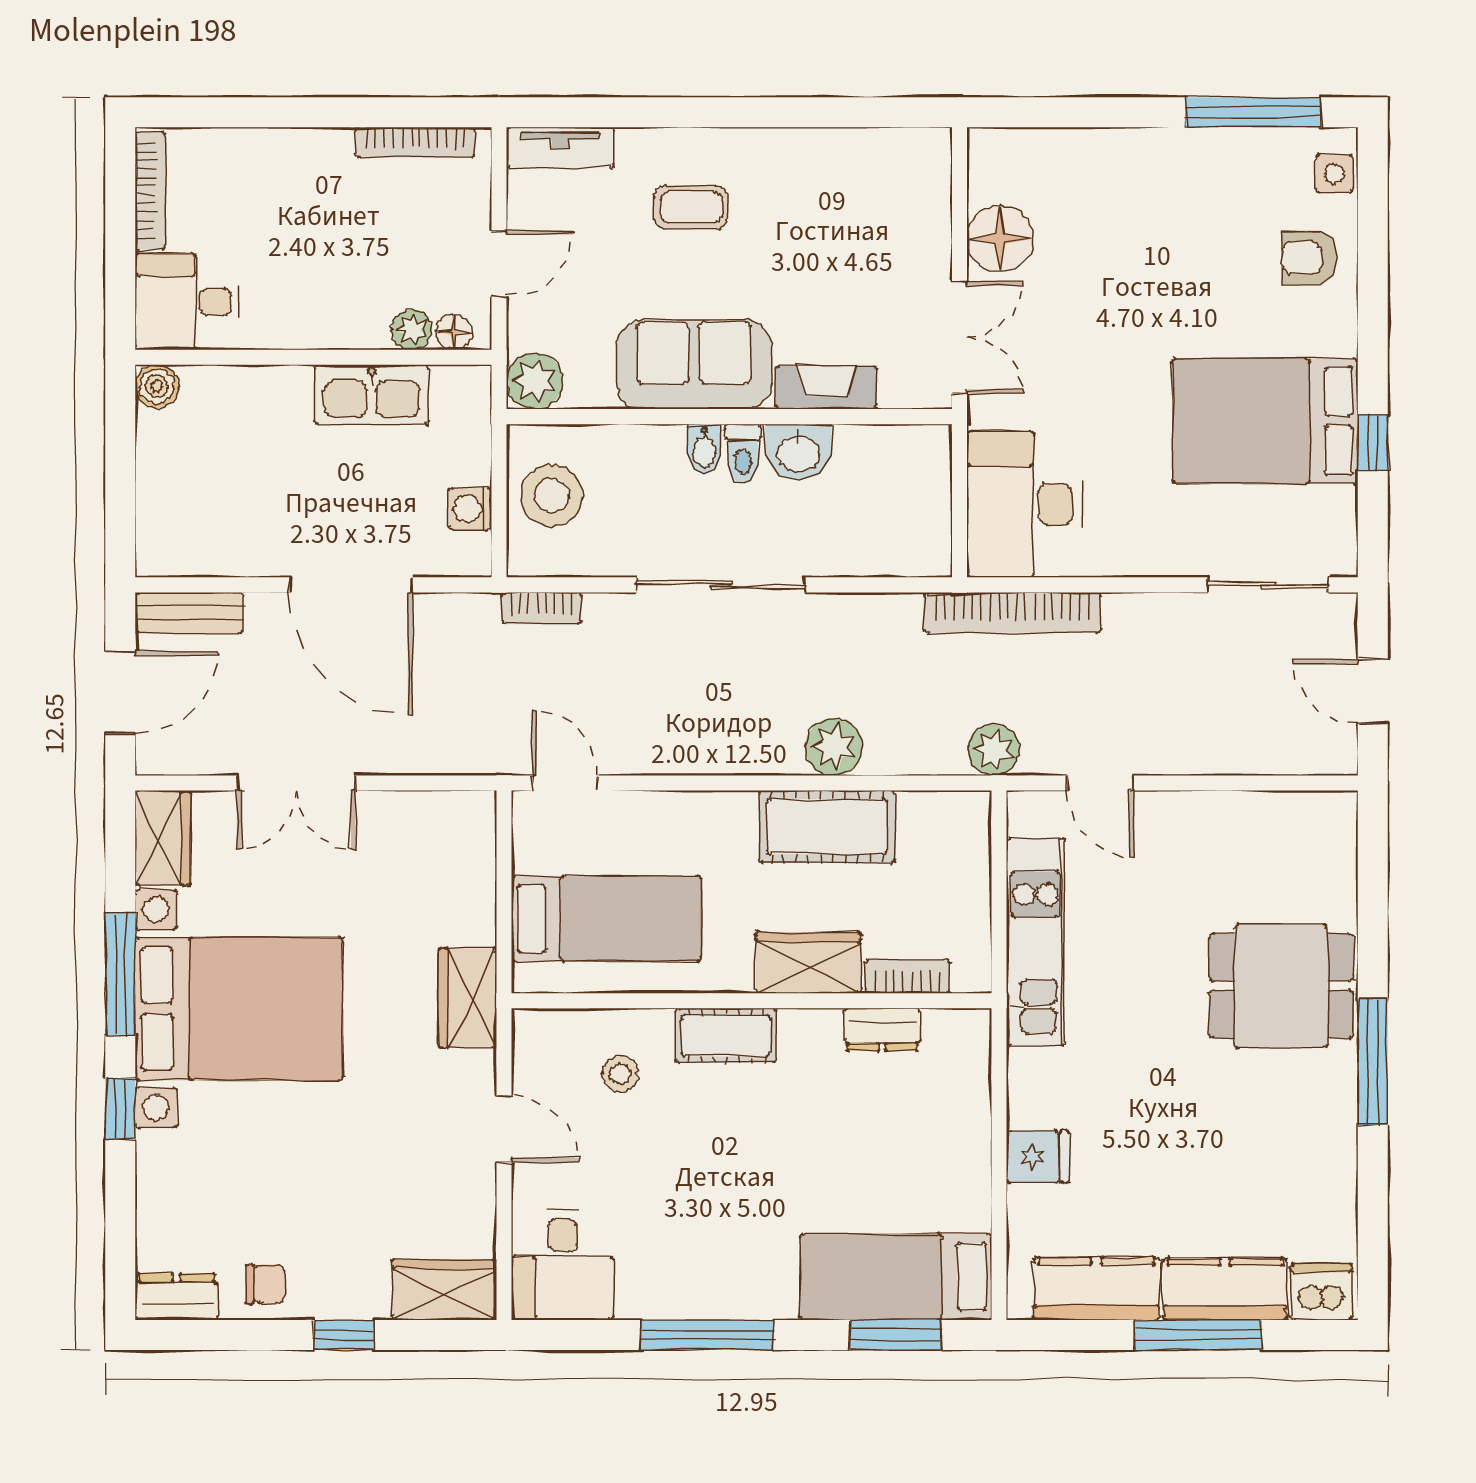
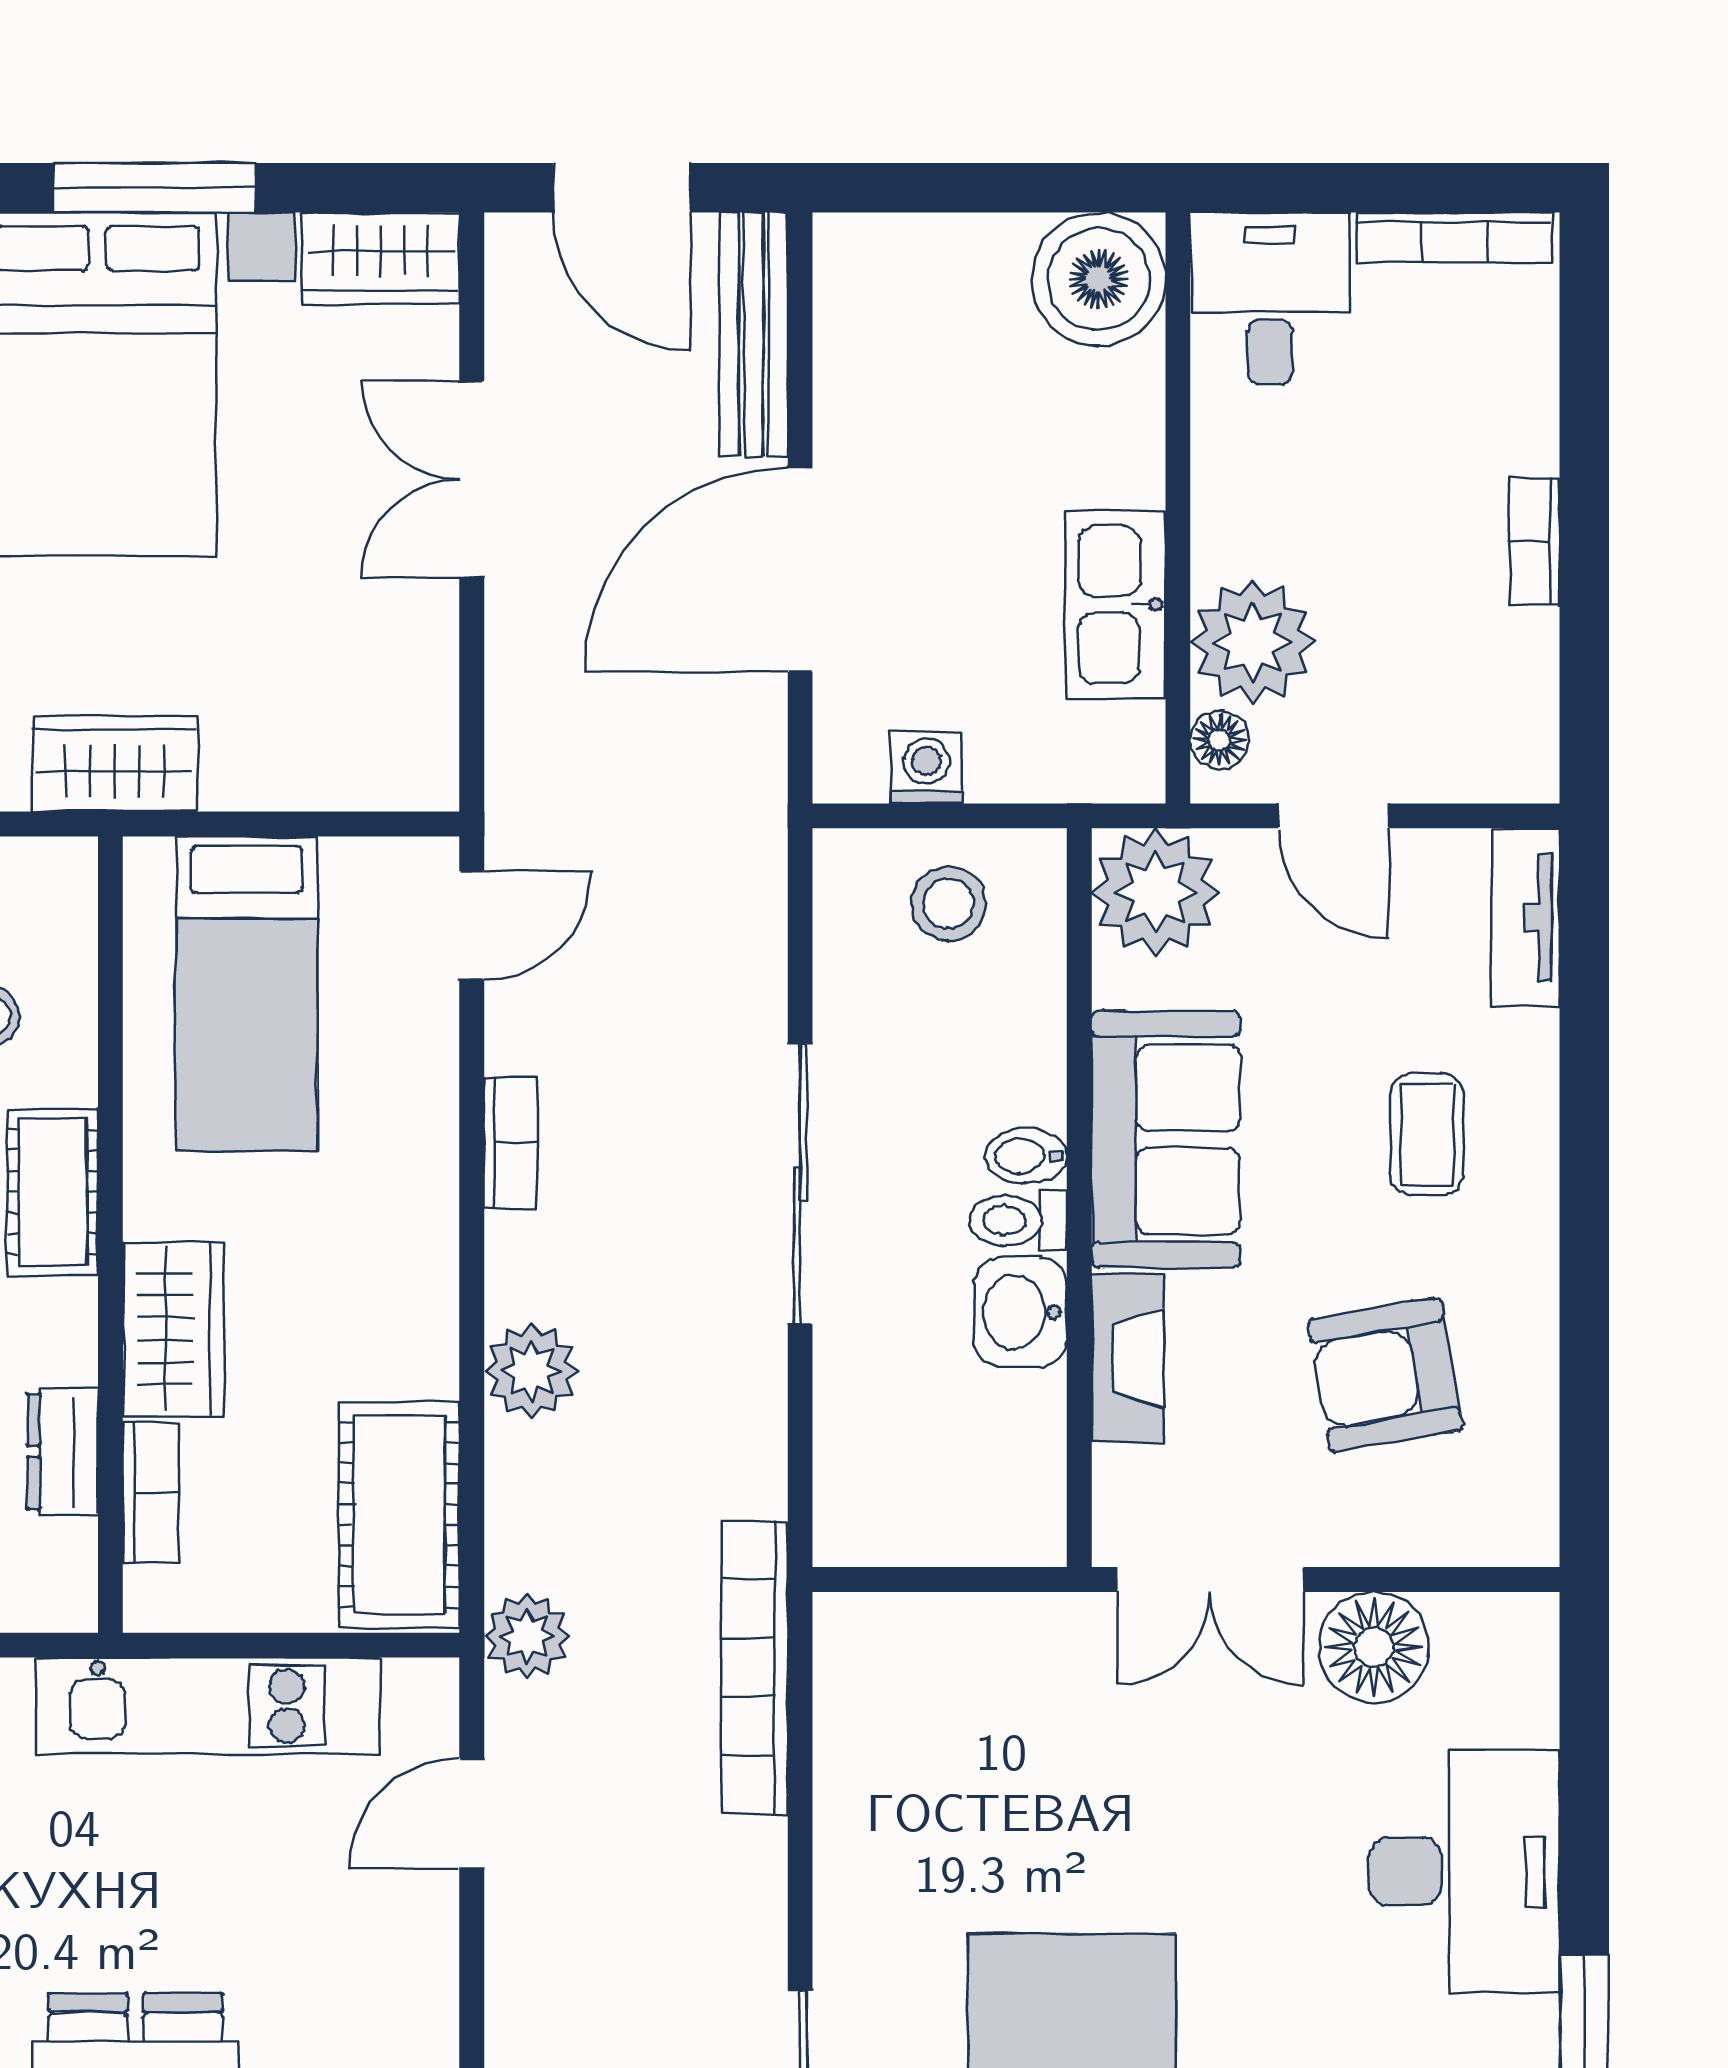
bookcase: (415, 142) -> (1534, 541), moved, width x0.64
armchair: (836, 232) -> (1385, 1375), added
plant: (412, 330) -> (1252, 642), width x1.87, depth x1.87
plant: (535, 381) -> (1156, 892), width x1.36, depth x1.36
boiler: (157, 386) -> (1099, 279), width x1.86, depth x1.86
stool: (552, 495) -> (949, 903), width x0.73, depth x0.73
desk: (1024, 504) -> (1464, 1871), moved, turned 90
bookcase: (541, 608) -> (510, 1143), moved, turned 180
bench: (189, 613) -> (754, 334), width x1.36
cot: (827, 827) -> (399, 1515), moved

